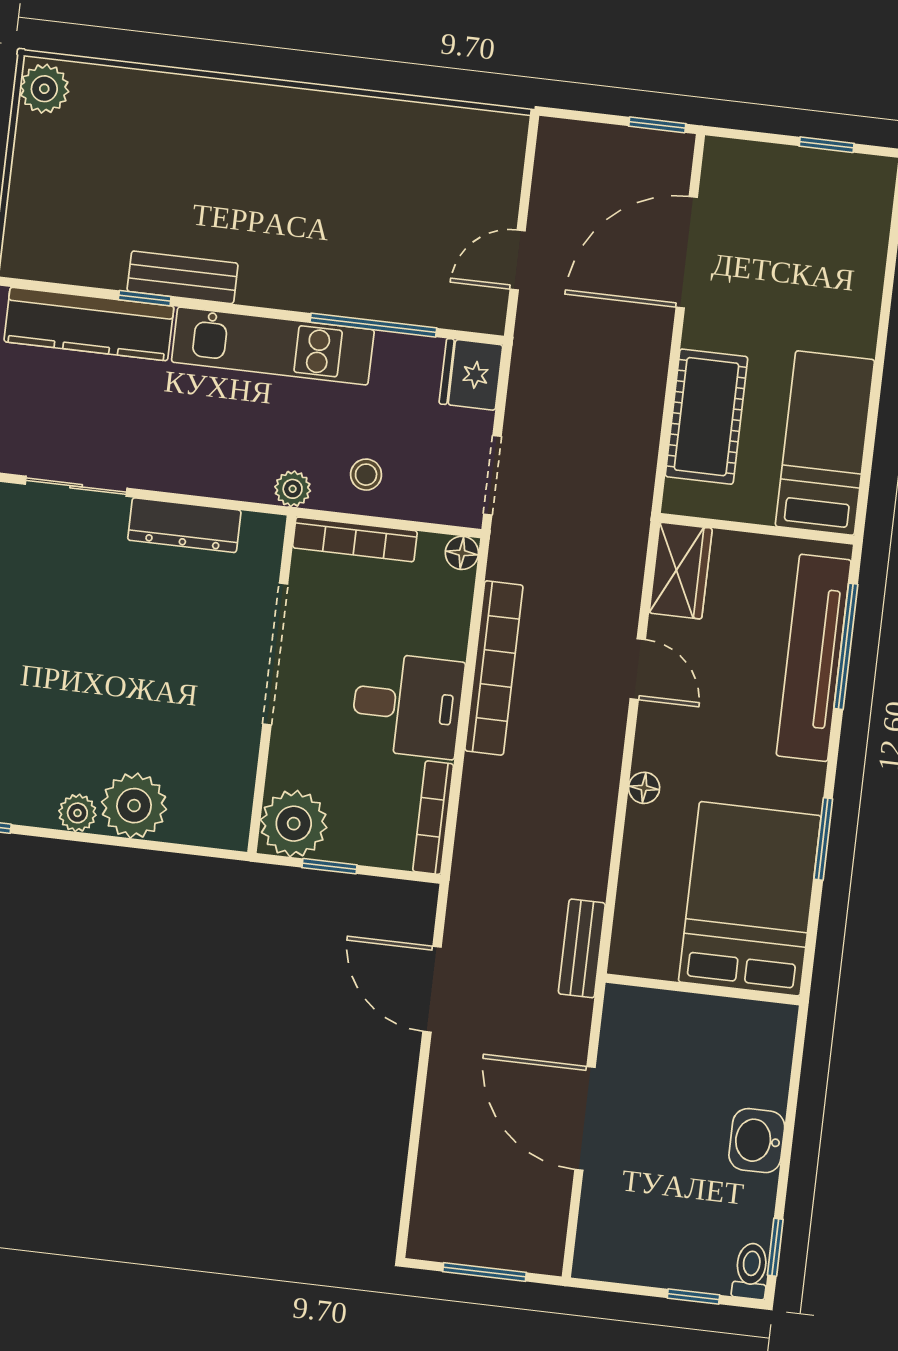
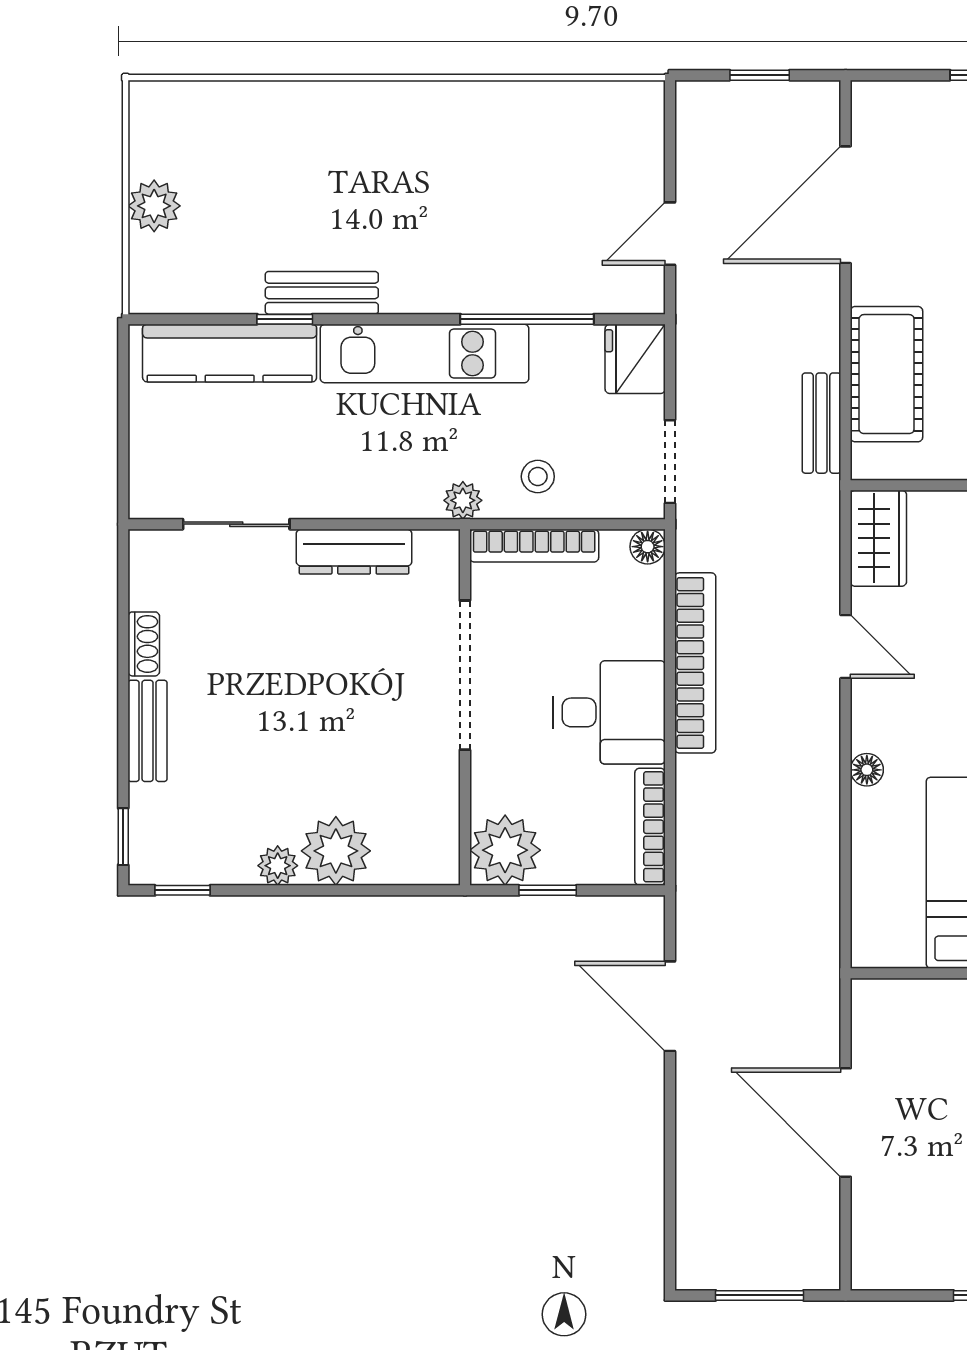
plant: (44, 89) -> (154, 206), moved
window: (657, 125) -> (760, 75), moved
bench: (582, 948) -> (822, 423), moved

